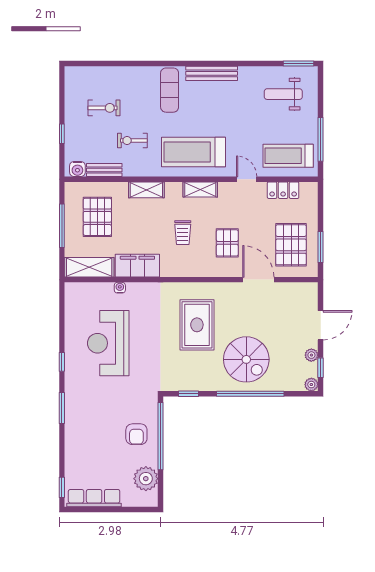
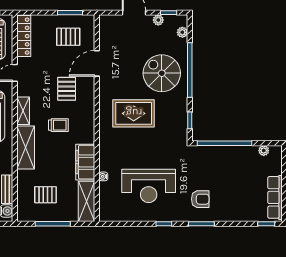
shelving: (146, 190) -> (26, 148), width x1.50, depth x1.33
locker: (283, 190) -> (24, 36), width x1.53
pallet: (97, 217) -> (45, 195), width x0.67, depth x0.71
pallet: (227, 243) -> (67, 89), turned 90
pallet: (291, 245) -> (68, 37), width x0.67, depth x0.71
spiral stairs: (246, 359) -> (162, 73), turned -90
plant: (311, 385) -> (182, 32), moved
armchair: (136, 434) -> (200, 199), moved
plant: (146, 479) -> (264, 151), width x0.53, depth x0.53

